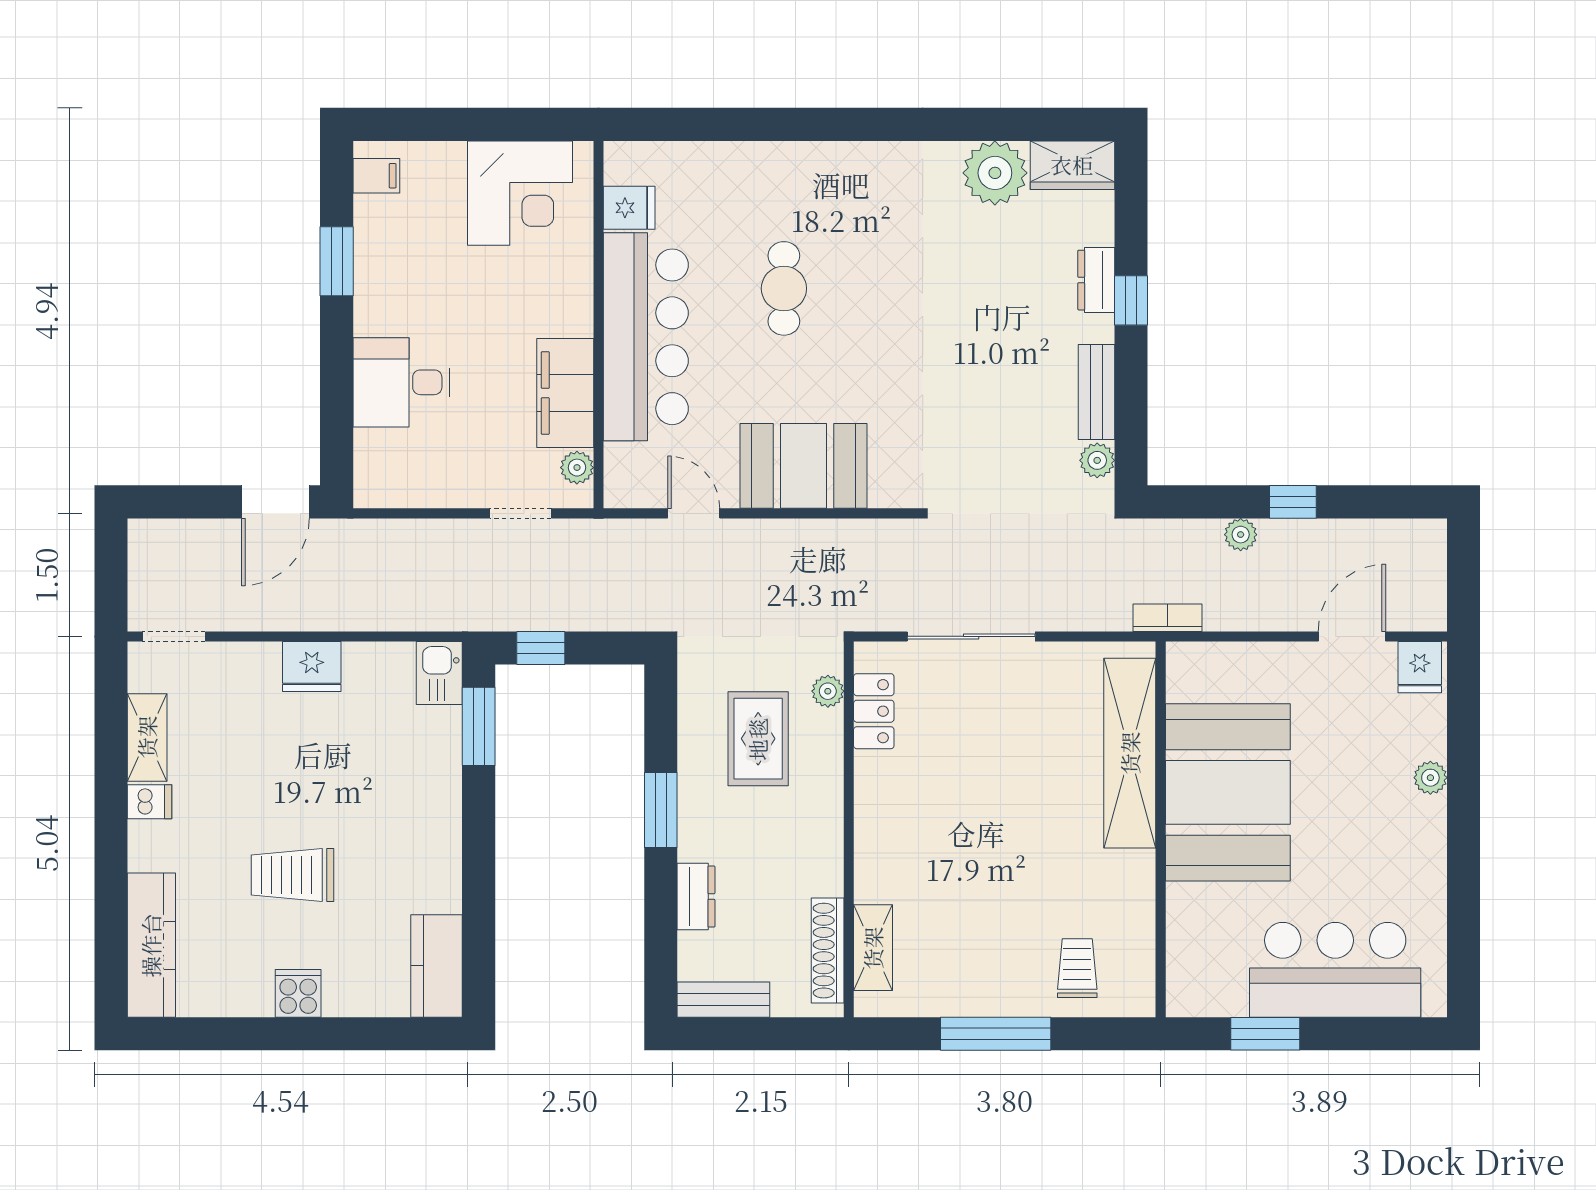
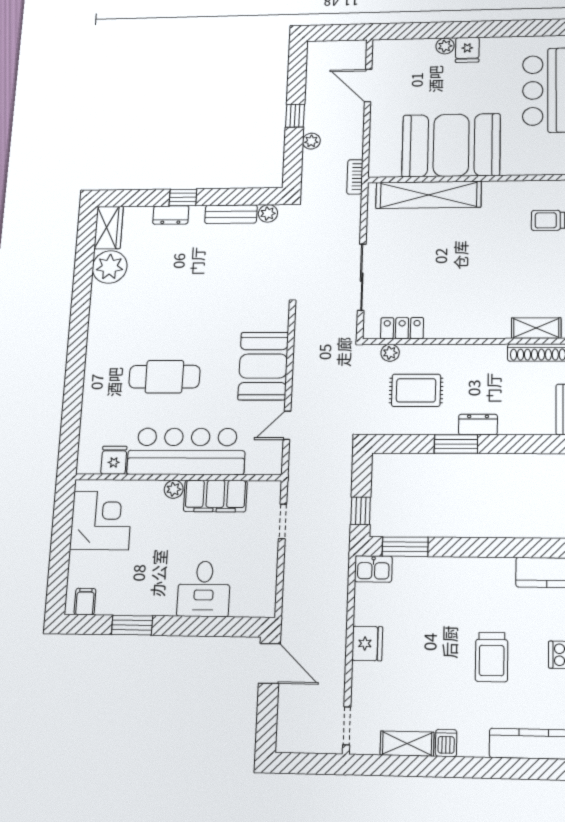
cafe table: (784, 288) -> (164, 377), width x1.37, depth x1.35
plant: (577, 468) -> (174, 489), moved
fridge: (1420, 667) -> (467, 50), moved, turned 90
dresser: (696, 897) -> (478, 425), moved

